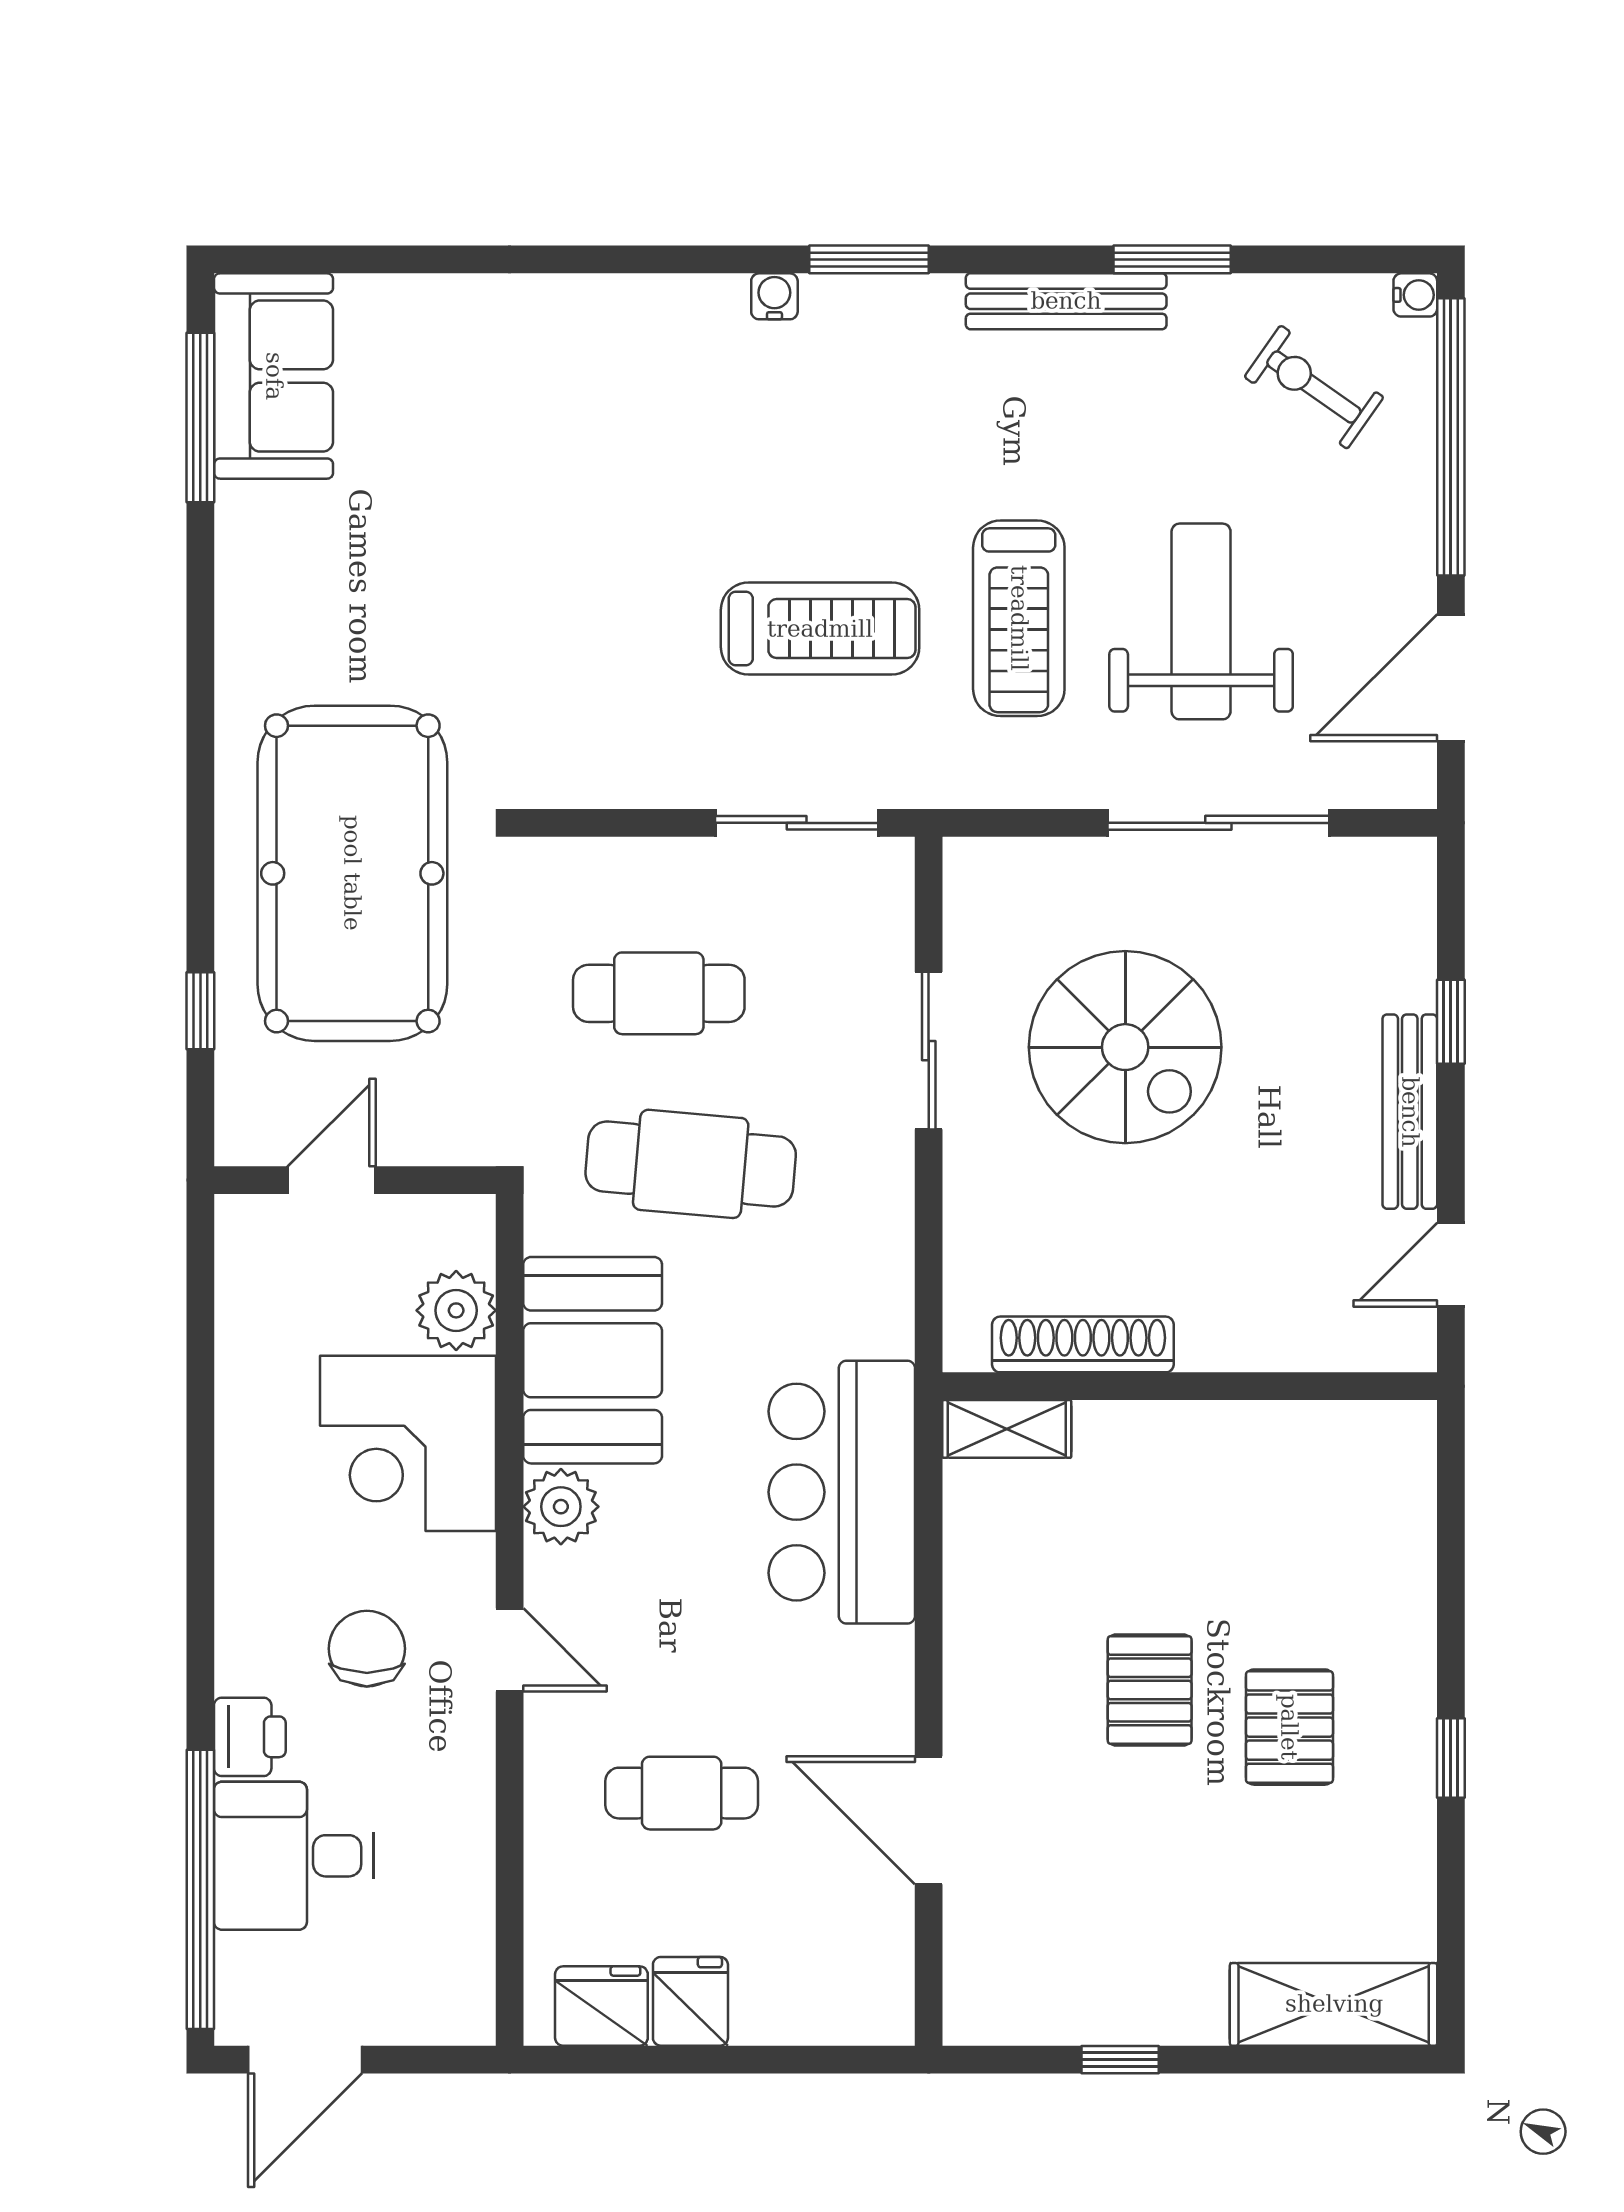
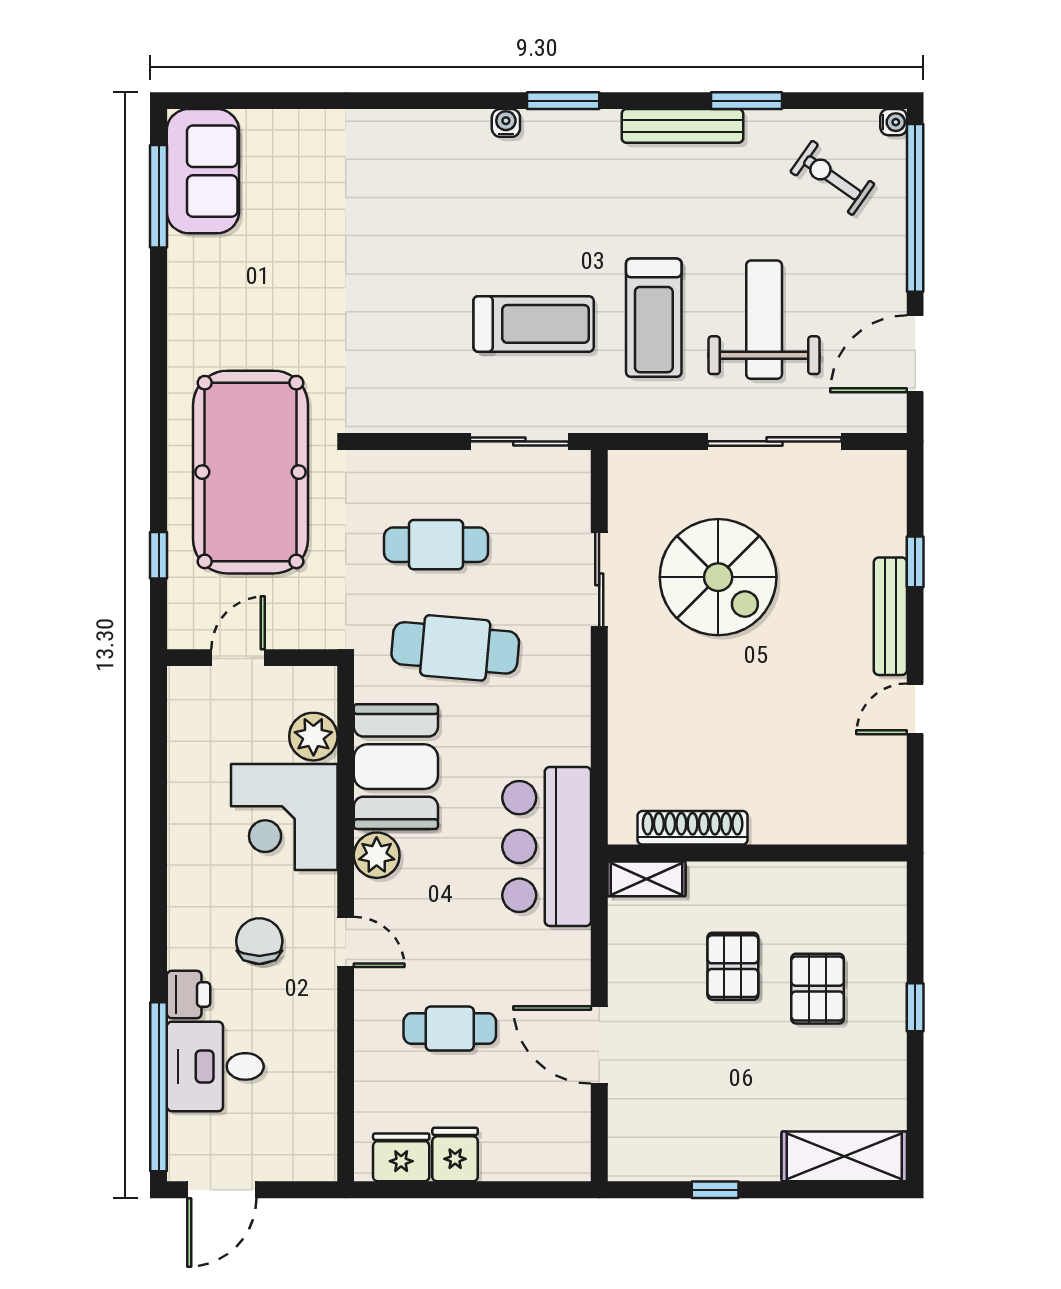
shoe rack: (1083, 1344) -> (693, 828), moved
wall: (1190, 1386) -> (757, 853), moved
shelving: (1007, 1429) -> (646, 879), moved

